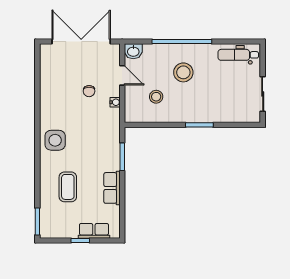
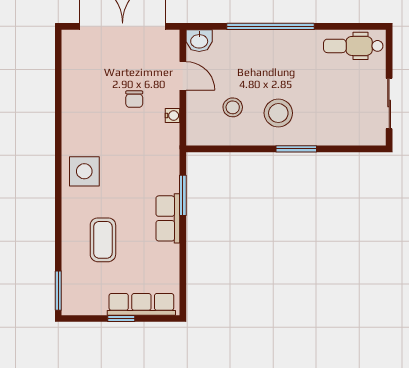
stool: (183, 72) -> (278, 113), moved
row of seats: (112, 188) -> (168, 218), moved
row of seats: (94, 231) -> (141, 304), width x1.48

